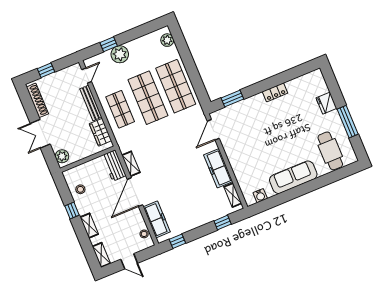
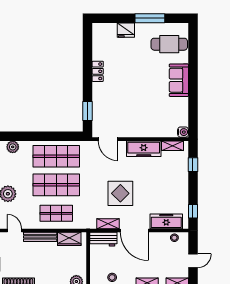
display table: (165, 163) -> (120, 193), added
sofa: (293, 177) -> (179, 80), width x0.73
water cooler: (260, 196) -> (183, 132), moved

